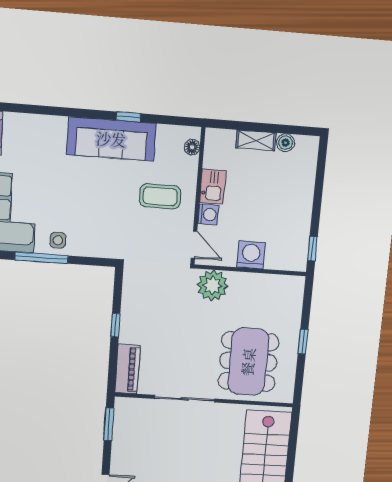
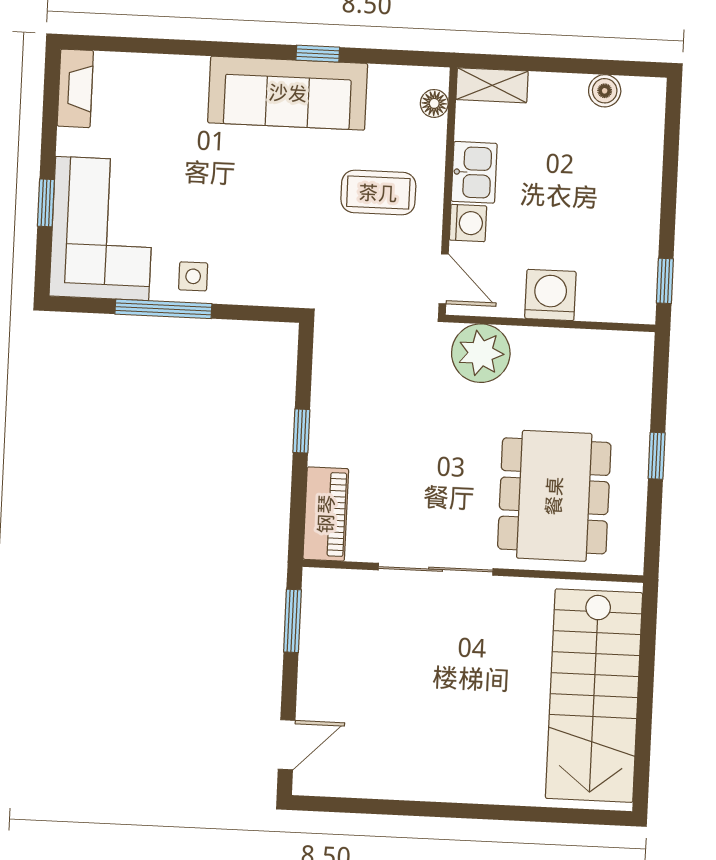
shelving: (256, 140) -> (492, 85), moved

